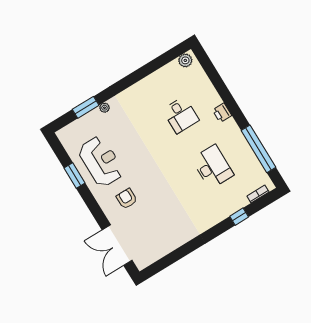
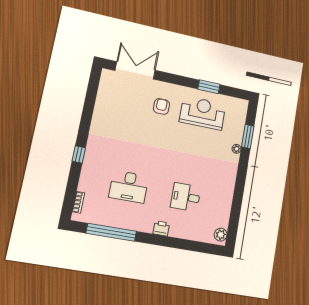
reception desk: (101, 161) -> (203, 113), turned 180
armchair: (127, 199) -> (161, 106), turned -90
window: (239, 217) -> (79, 155), moved

